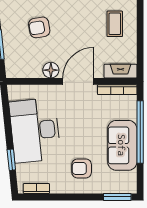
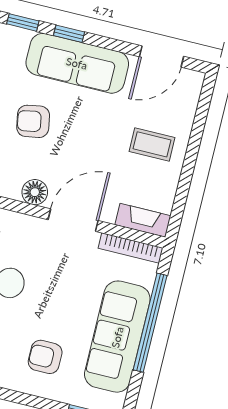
coffee table: (115, 24) -> (152, 144), turned 90
sofa: (122, 145) -> (117, 337), width x1.36

